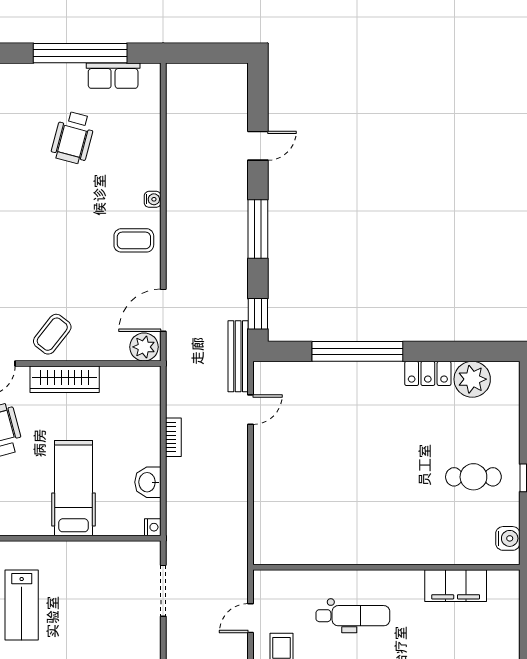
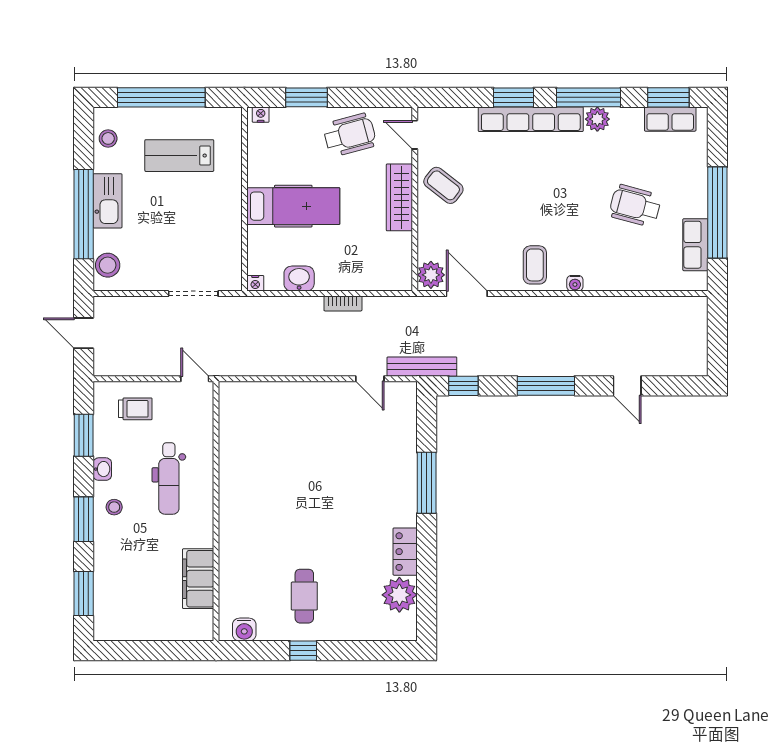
window: (357, 351) -> (427, 483), width x0.68
door: (251, 618) -> (195, 379), moved

